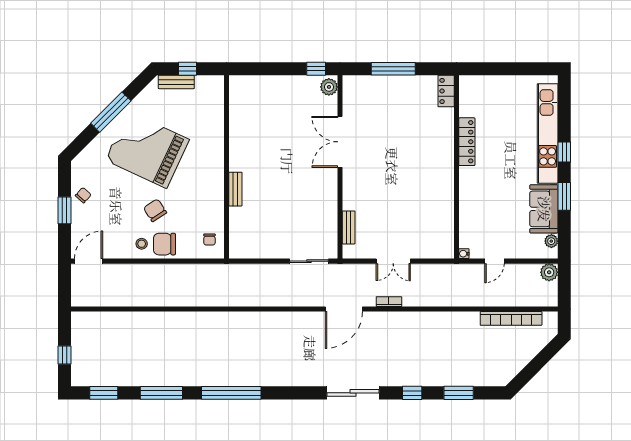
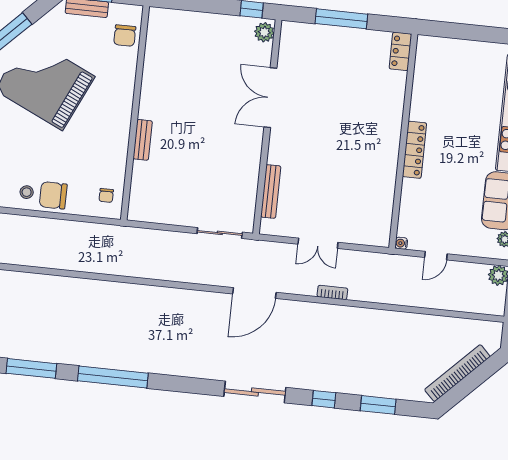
locker: (467, 142) -> (415, 150), moved
chair: (155, 210) -> (125, 36), moved, turned -147
bench: (349, 227) -> (271, 191), width x1.36
bookcase: (389, 302) -> (332, 292), moved
bookcase: (511, 318) -> (457, 373), moved, turned 135

